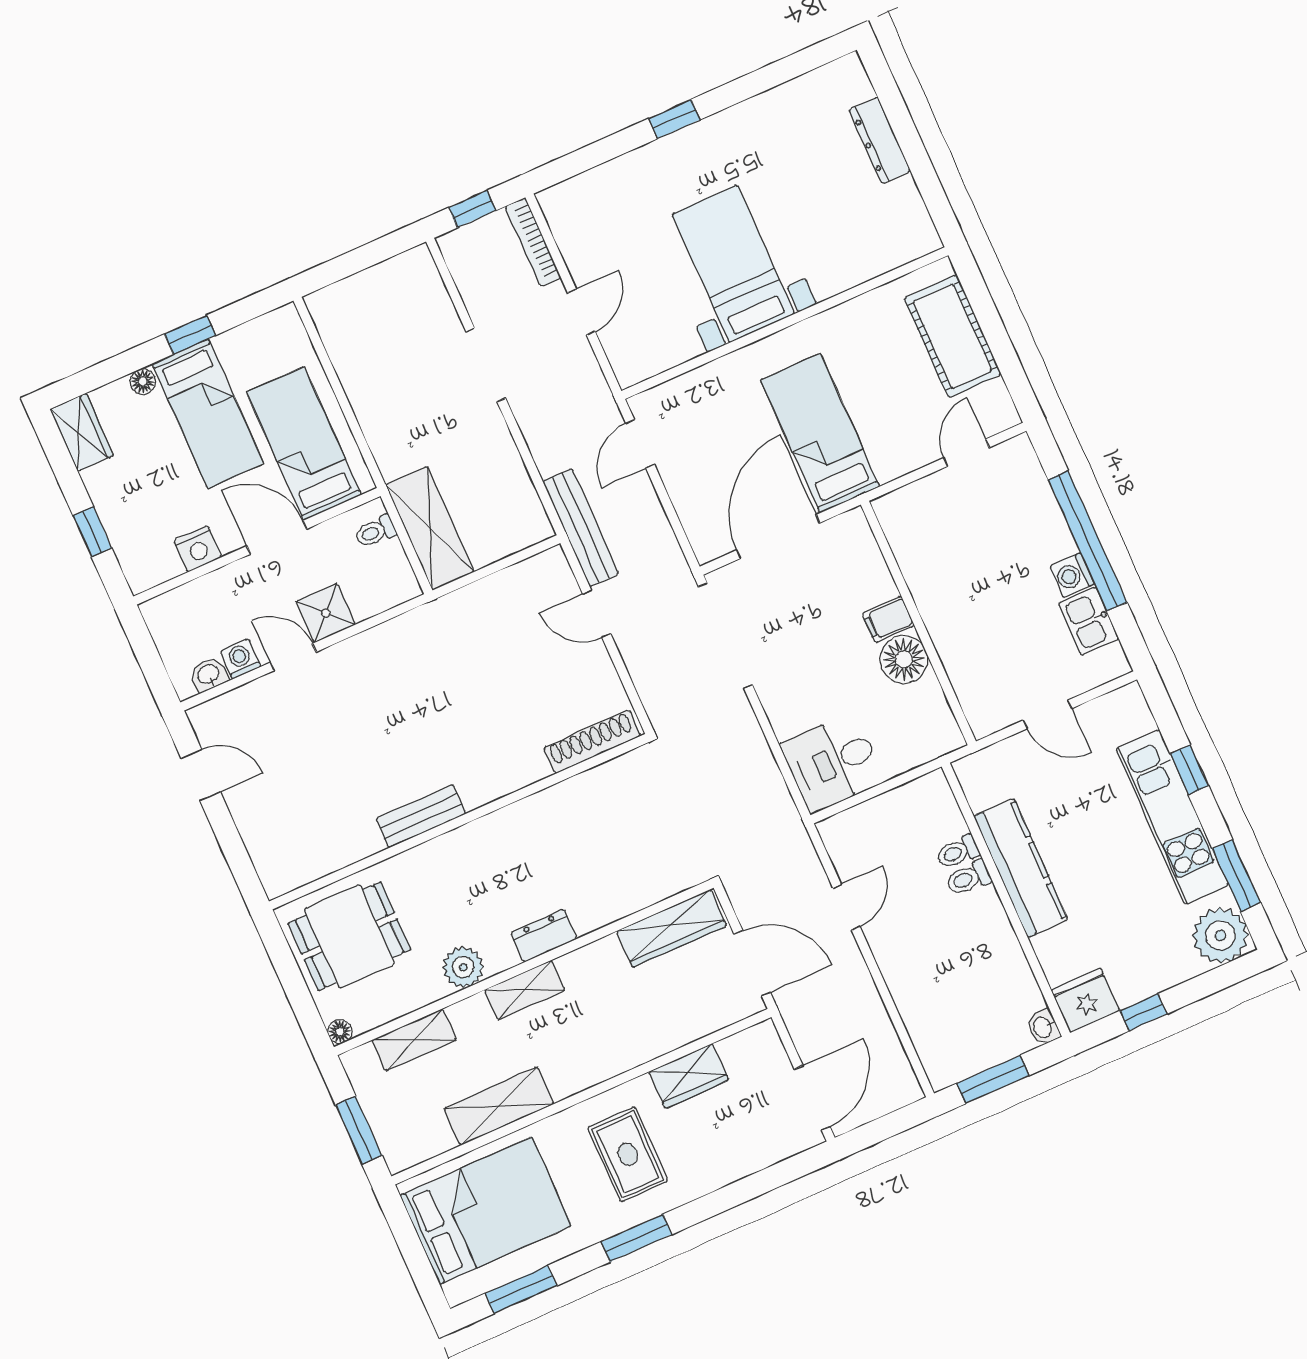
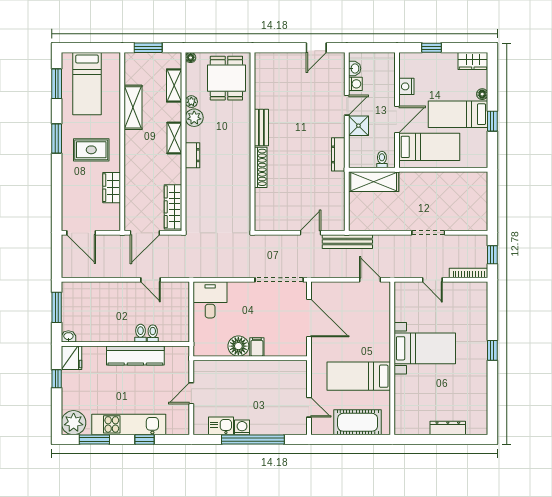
bed: (820, 433) -> (359, 376), moved, turned 180
dresser: (405, 629) -> (338, 154), added
shoe rack: (592, 742) -> (261, 167), moved
plant: (432, 988) -> (191, 102), added
bed: (486, 1211) -> (87, 84), width x0.67

